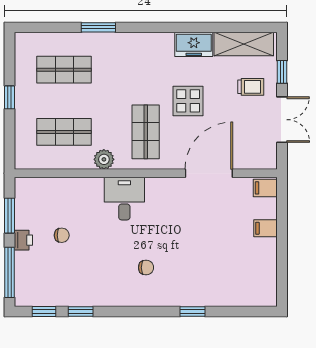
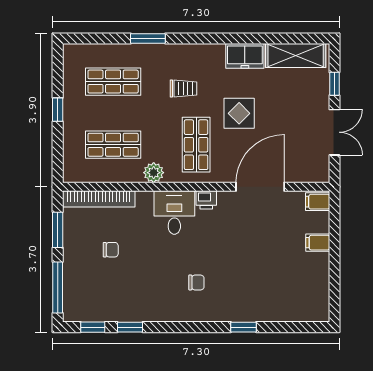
trolley: (251, 87) -> (183, 88), moved
bookcase: (50, 185) -> (99, 199), added
printer: (23, 240) -> (206, 200), moved, turned 90

